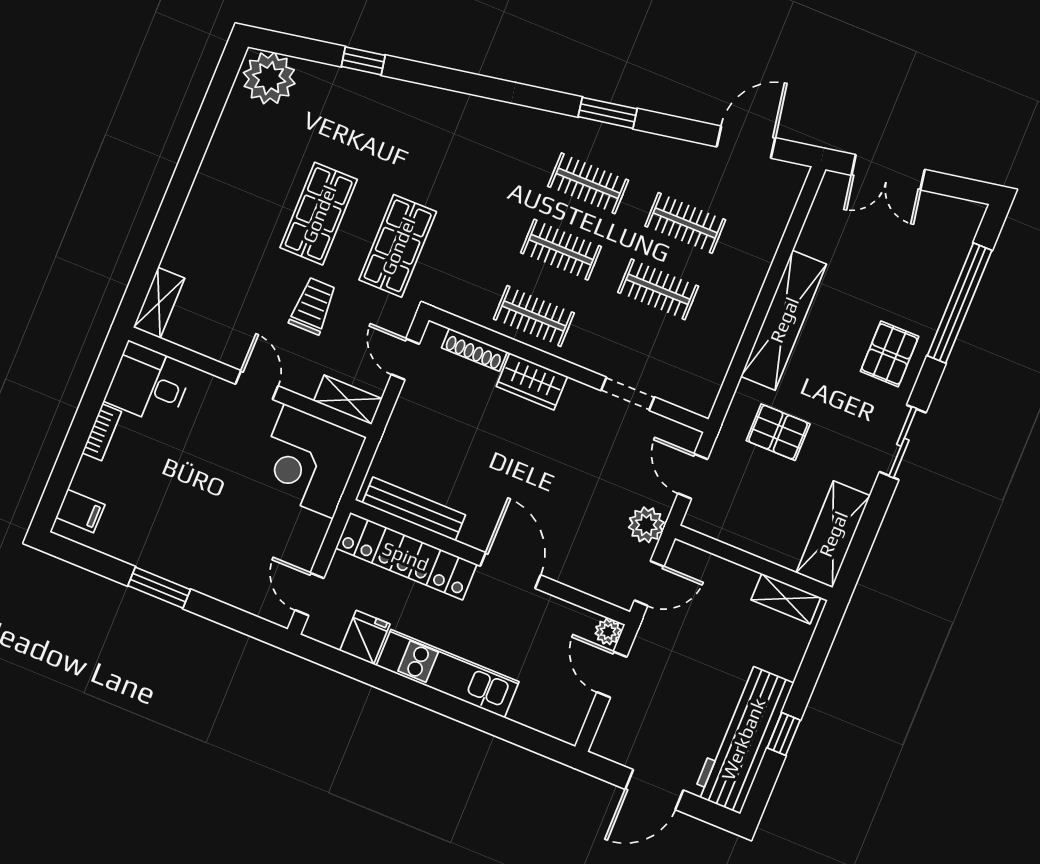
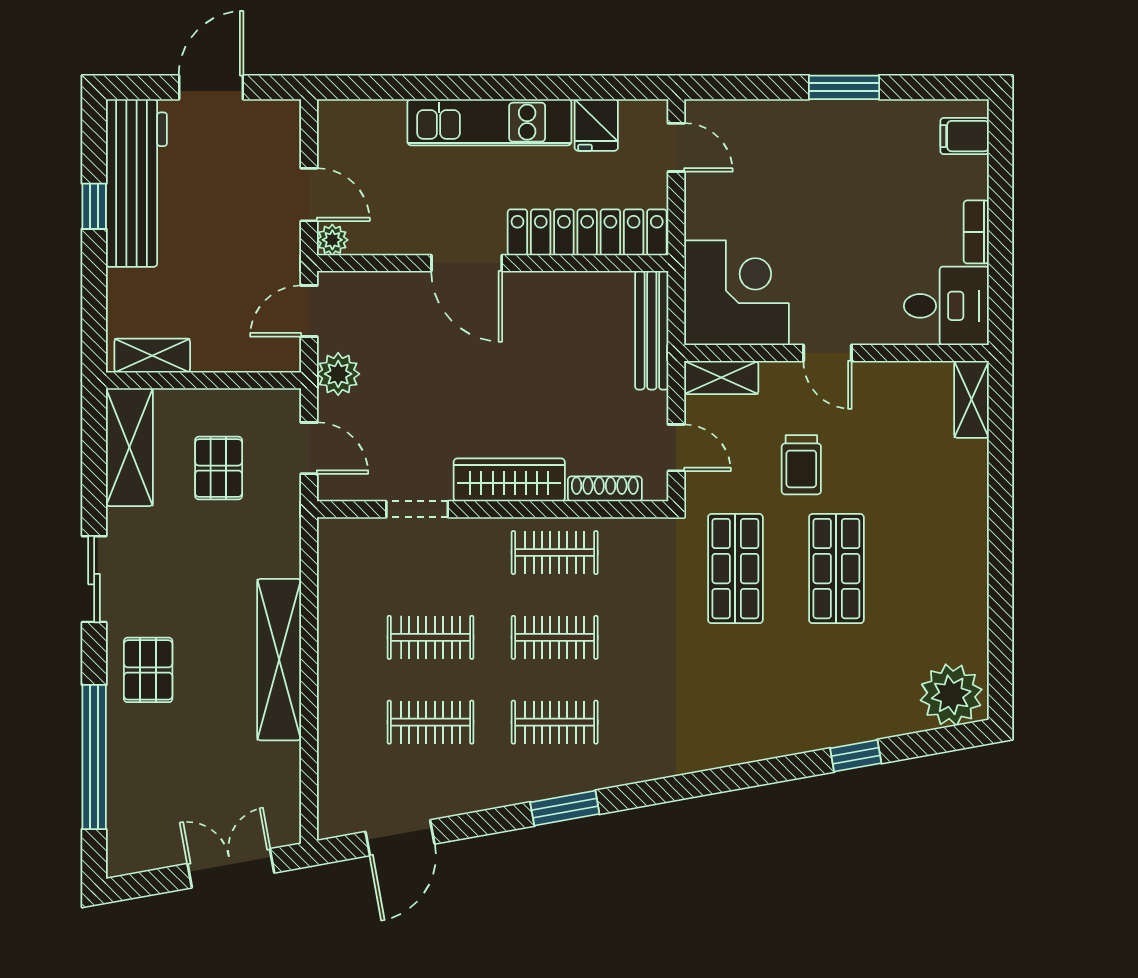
wardrobe: (532, 381) -> (509, 480), width x1.50
pallet: (778, 432) -> (219, 468), moved, turned 90
bench: (414, 509) -> (652, 330), moved, turned 90

